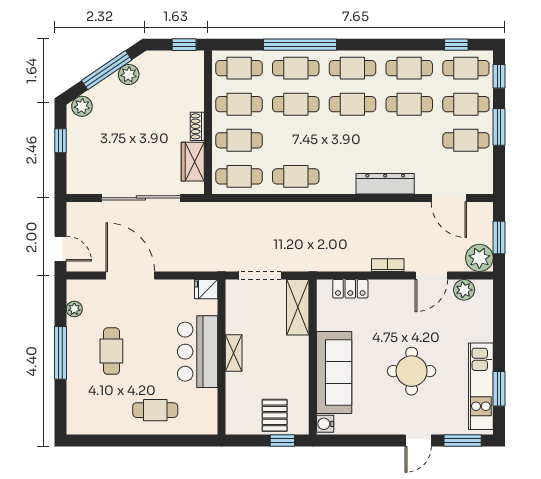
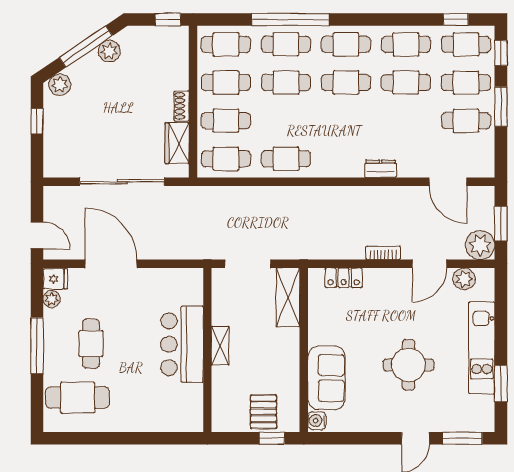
dresser: (385, 184) -> (381, 169), width x0.51, depth x0.80
fridge: (206, 289) -> (55, 279), moved, turned 180
sofa: (334, 372) -> (326, 378), width x0.73
kitchen unit: (481, 386) -> (482, 348), moved
cafe table: (155, 410) -> (78, 398), moved, width x1.37, depth x1.35

